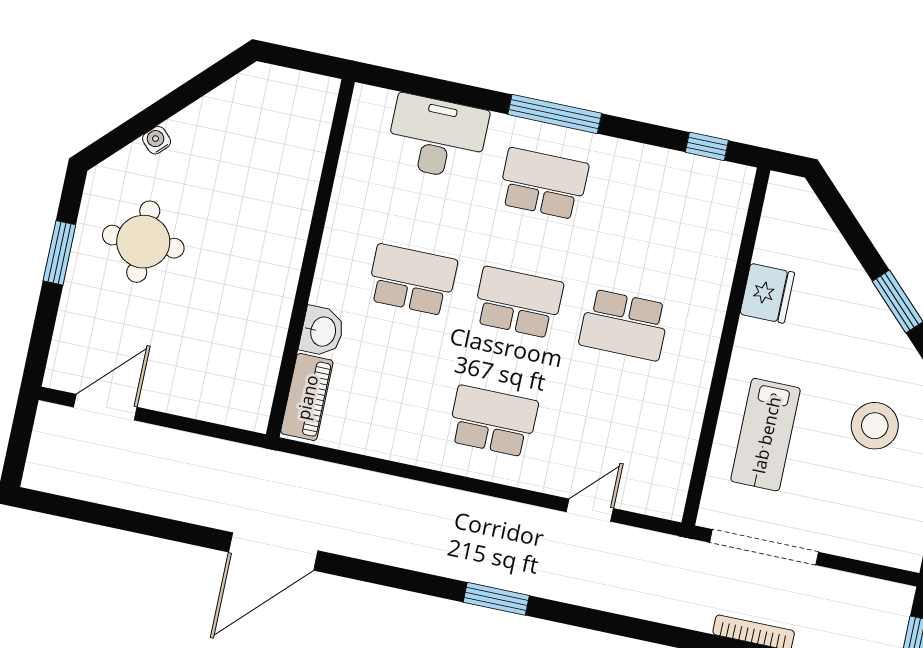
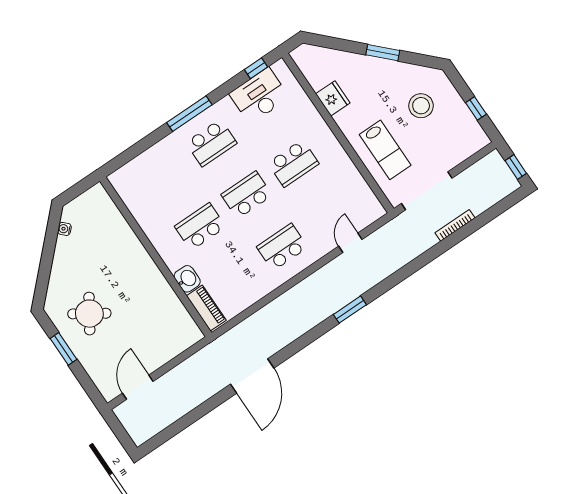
desk: (437, 137) -> (259, 96), moved
water cooler: (157, 140) -> (64, 229), moved
school desk: (543, 184) -> (211, 143), turned 180
round table: (143, 242) -> (89, 314), turned 33

